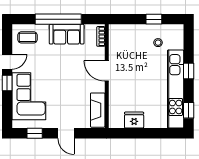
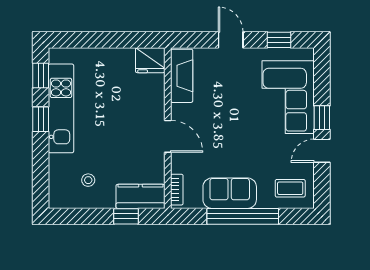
window: (154, 19) -> (126, 216), moved
kitchen counter: (124, 32) -> (140, 196), added
window: (189, 71) -> (41, 119), moved
kitchen unit: (176, 89) -> (61, 108), width x0.73
fridge: (134, 120) -> (150, 60), moved

